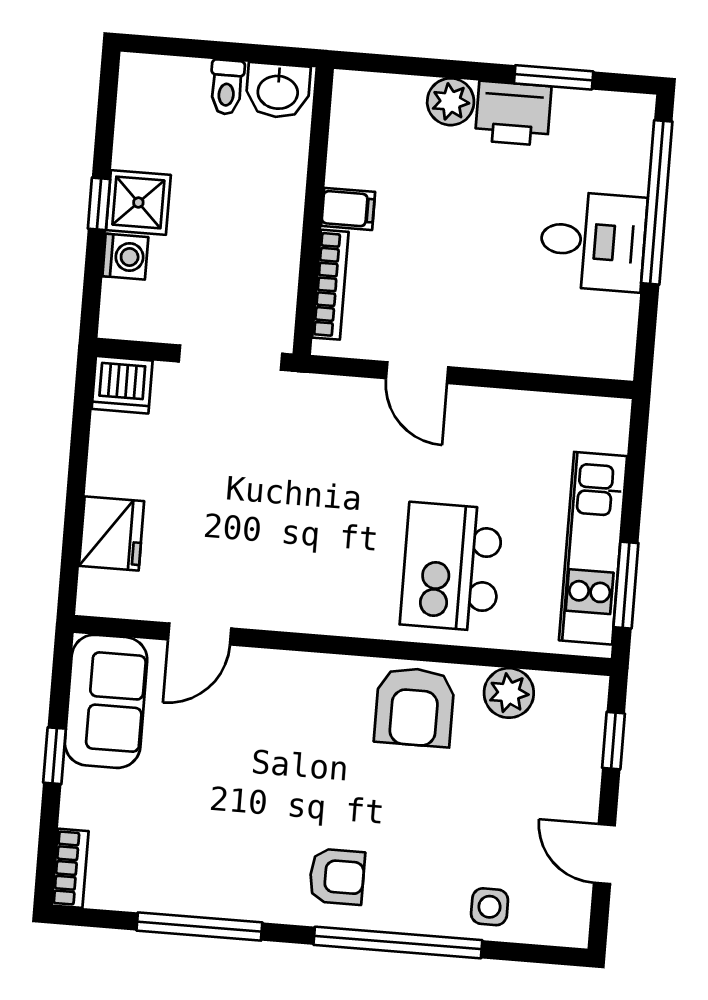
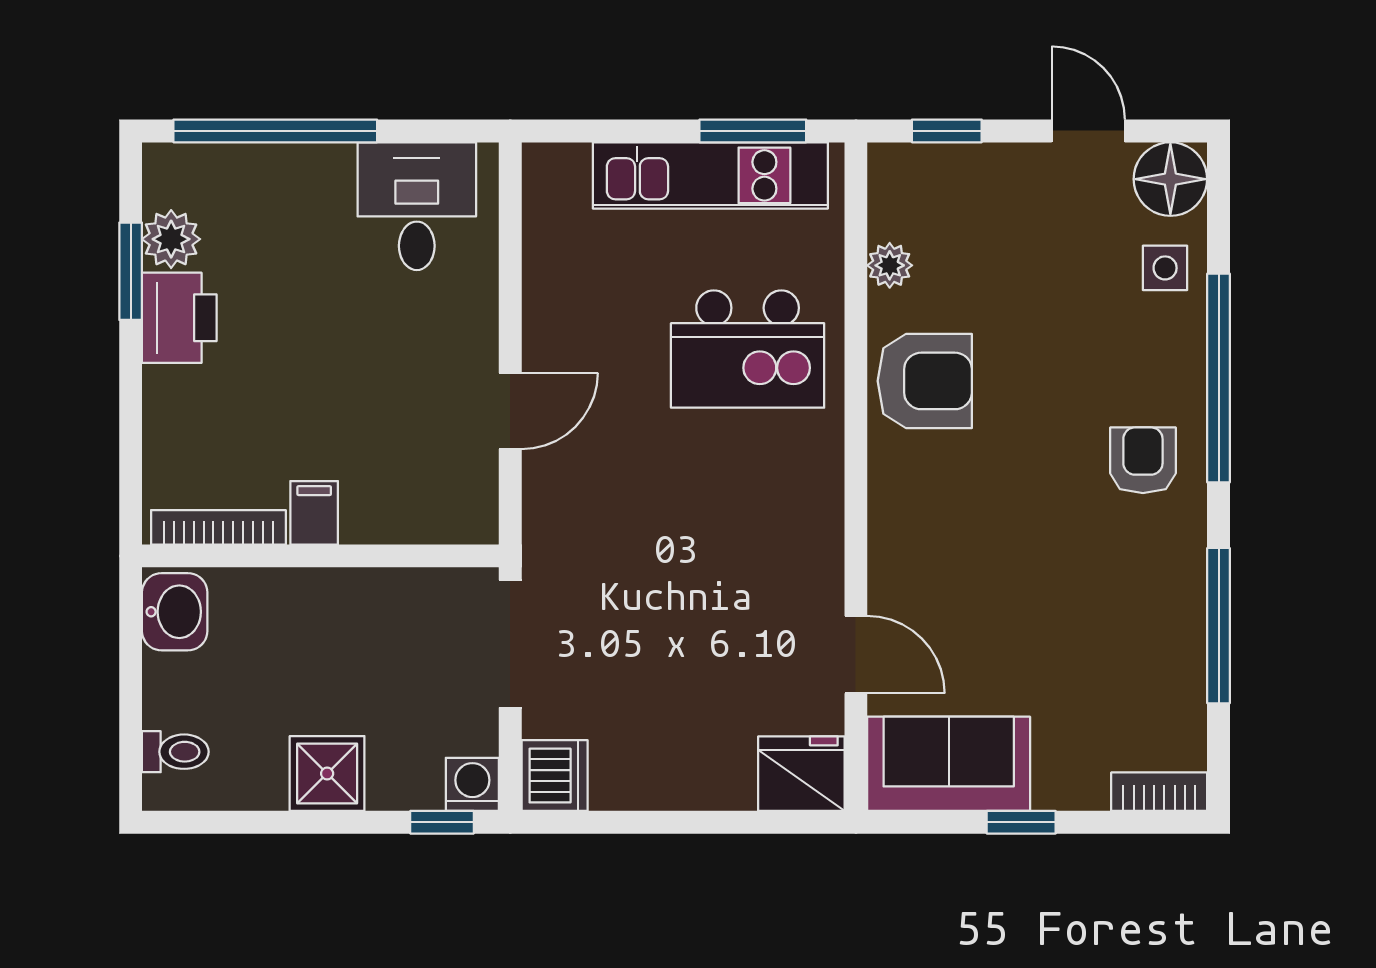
toilet: (227, 87) -> (175, 752), moved
plant: (451, 102) -> (171, 239), moved
window: (99, 204) -> (442, 822), moved
desk: (593, 241) -> (417, 206), moved
washing machine: (125, 257) -> (472, 784), moved
bookcase: (330, 285) -> (218, 527), moved
fridge: (112, 534) -> (801, 774), moved
plant: (509, 693) -> (890, 265), width x0.73, depth x0.73
door: (604, 854) -> (1088, 131), swing flipped
floor lamp: (560, 917) -> (1170, 179), added

